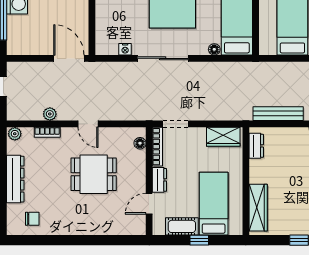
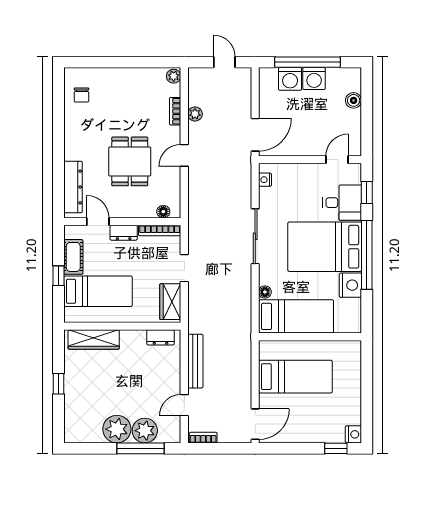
washing machine: (17, 26) -> (290, 79), added
nightstand: (125, 49) -> (265, 180), moved
doorway: (175, 124) -> (184, 268), moved
dresser: (15, 179) -> (73, 187), moved, turned -90

